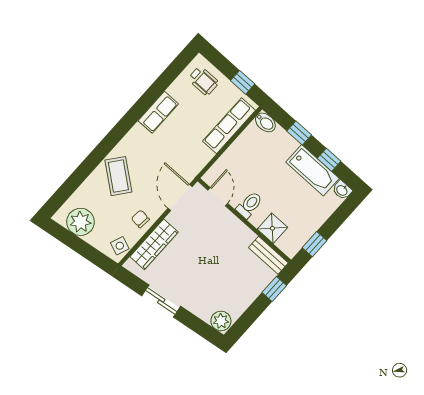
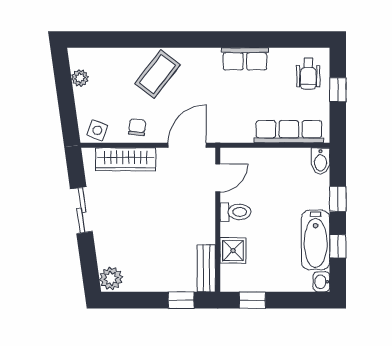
window: (243, 82) -> (338, 90), moved
plant: (81, 222) -> (80, 78), width x0.53, depth x0.53

